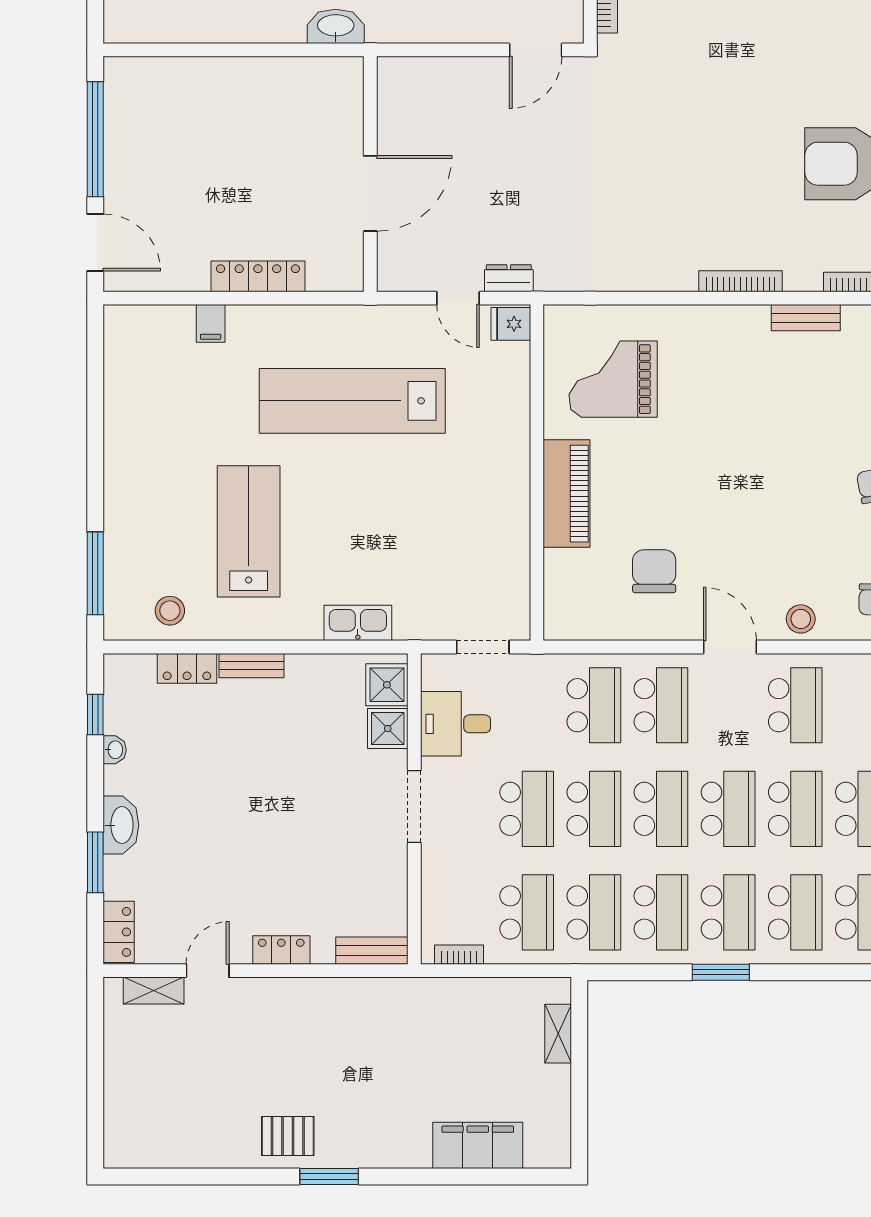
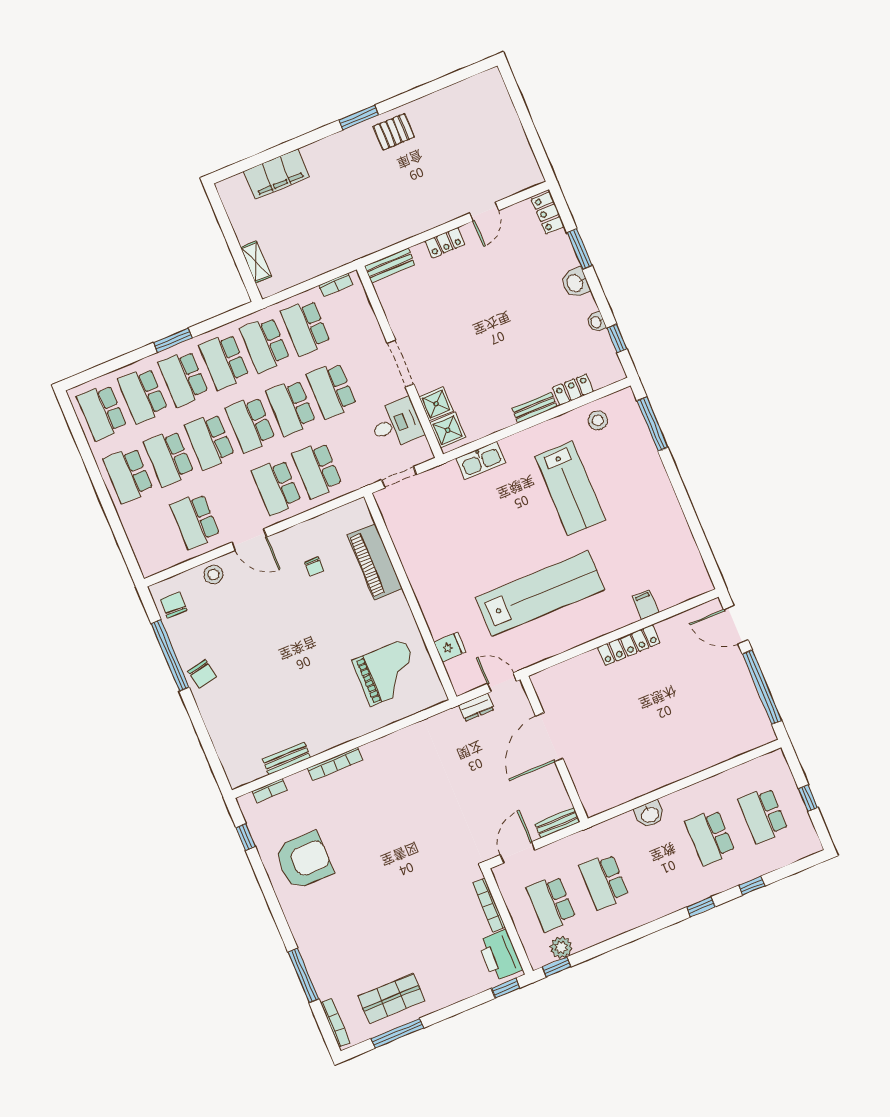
washbasin: (336, 26) -> (650, 814), width x0.72
bench: (462, 69) -> (557, 823), added
wall: (370, 174) -> (554, 749), moved
door: (370, 193) -> (549, 737), moved
fridge: (511, 324) -> (450, 647), moved
piano: (567, 494) -> (375, 562), moved
chair: (654, 571) -> (314, 566), width x0.54, depth x0.54
washbasin: (121, 825) -> (576, 283), width x0.72
shelving: (154, 991) -> (512, 186), removed

